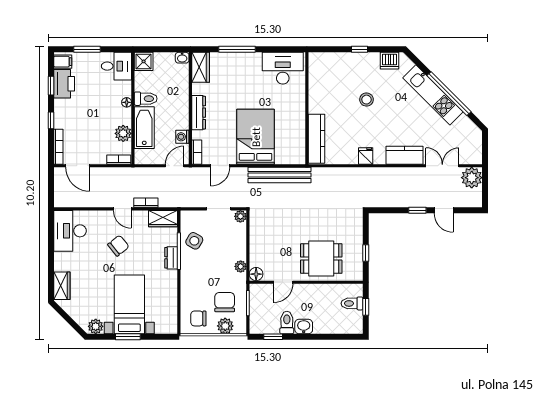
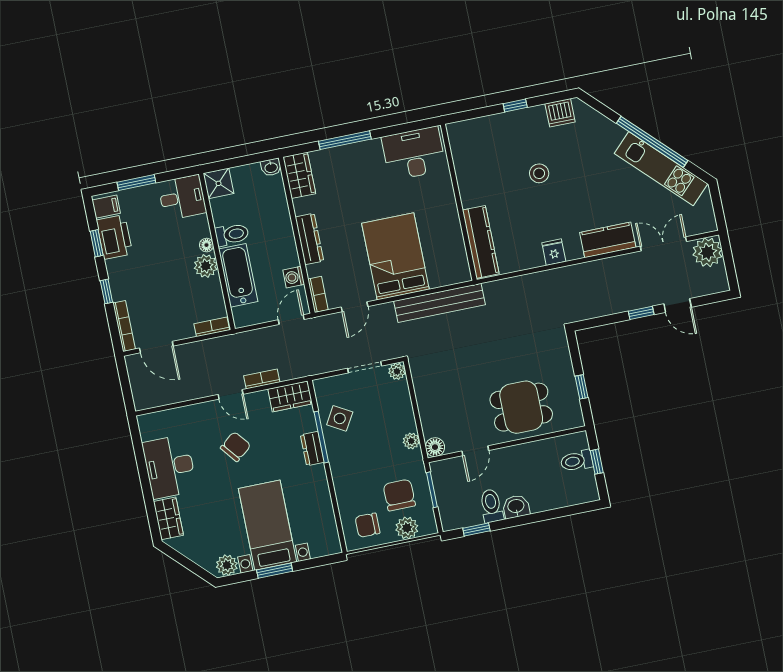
kitchen unit: (433, 95) -> (661, 169), moved
plant: (123, 133) -> (206, 266), moved
desk: (70, 231) -> (170, 467), moved

